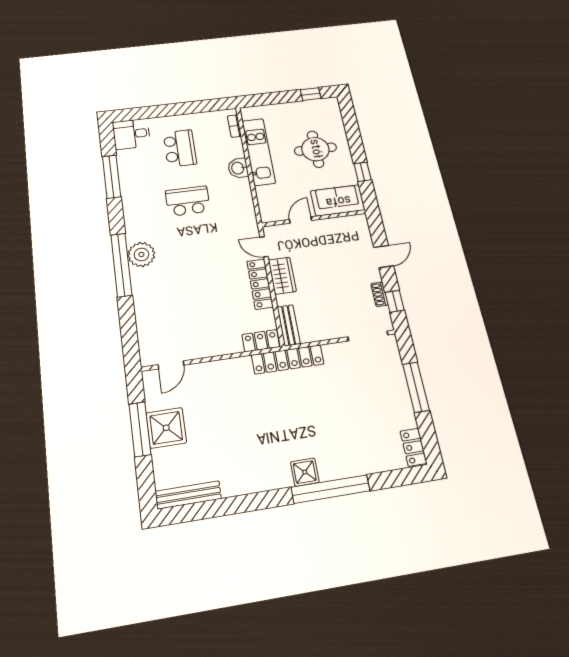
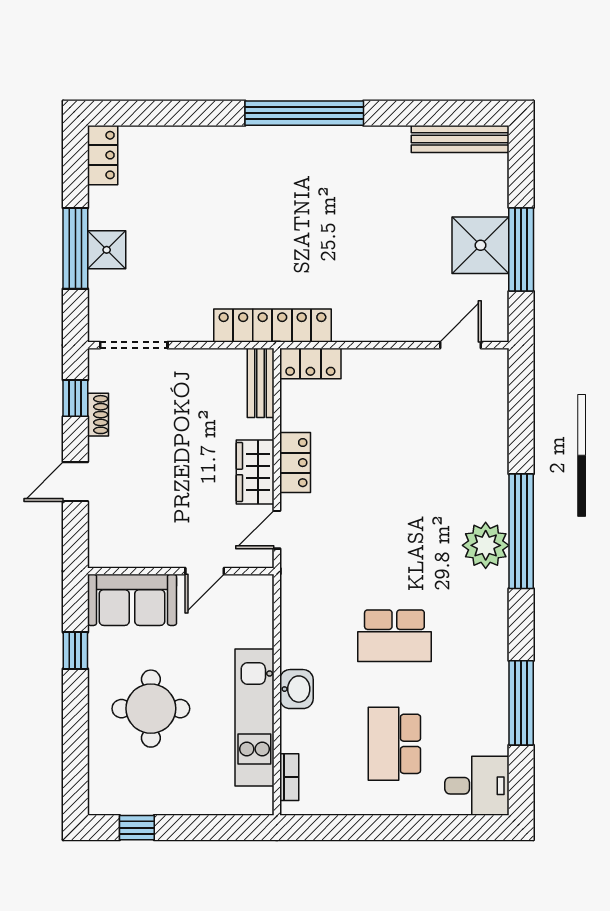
door: (264, 247) -> (277, 530), swing flipped
locker: (260, 284) -> (295, 463), width x0.66
shower: (305, 472) -> (107, 250), moved
window: (331, 489) -> (304, 113), moved

